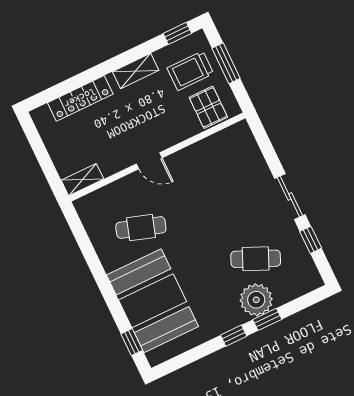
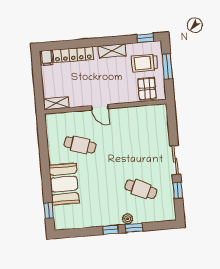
filing cabinet: (43, 118) -> (47, 58), added
plant: (256, 300) -> (128, 219), width x0.53, depth x0.53
booth: (153, 301) -> (64, 184), width x0.73, depth x0.70

